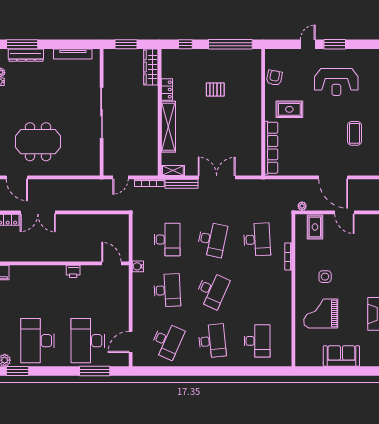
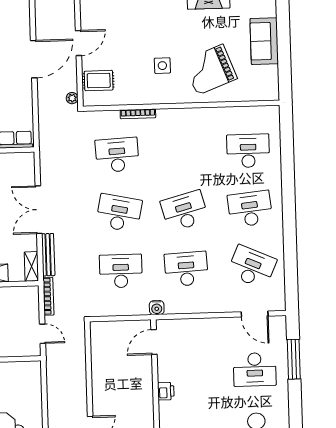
desk: (212, 290) -> (184, 211), turned -39
grand piano: (321, 314) -> (210, 70), turned 69
desk: (88, 341) -> (255, 369), width x0.73, depth x0.77

